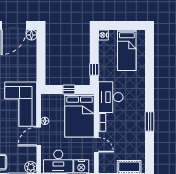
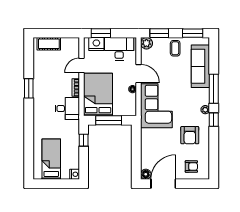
window: (69, 90) -> (109, 120), width x2.17
desk: (111, 97) -> (67, 109), width x0.73
door: (39, 137) -> (138, 74), hinge flipped
door: (96, 145) -> (81, 65), hinge flipped

